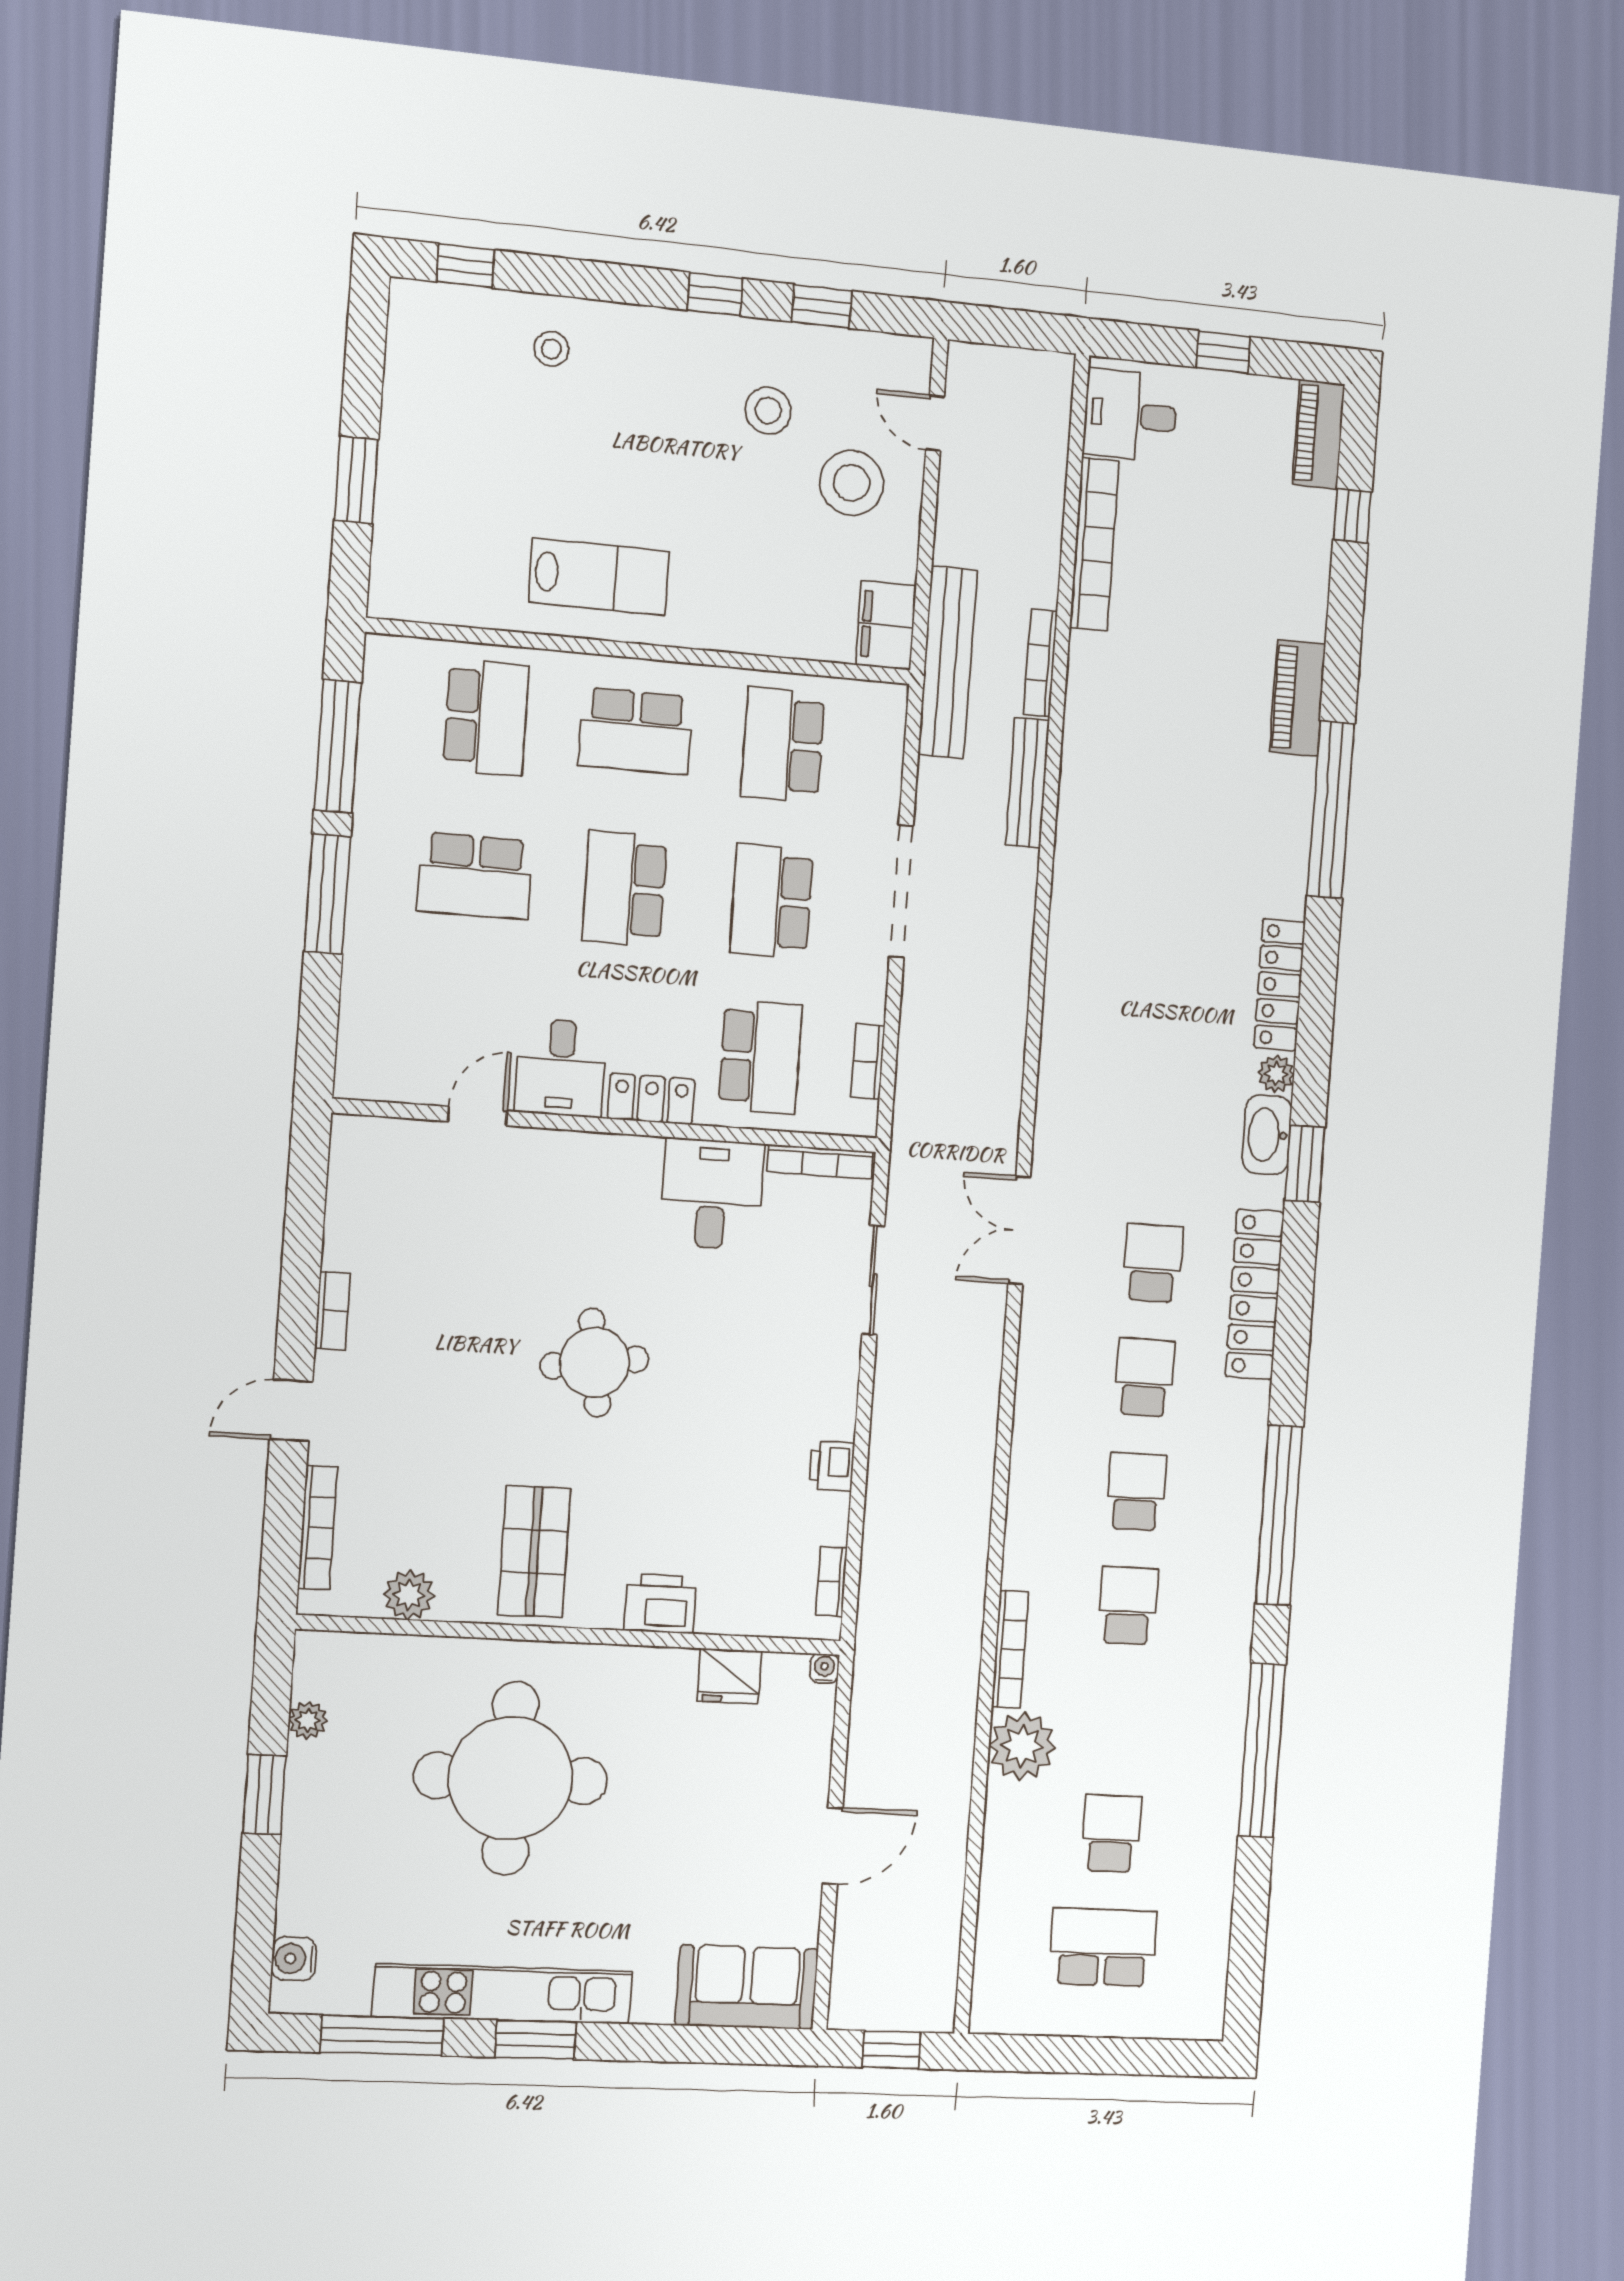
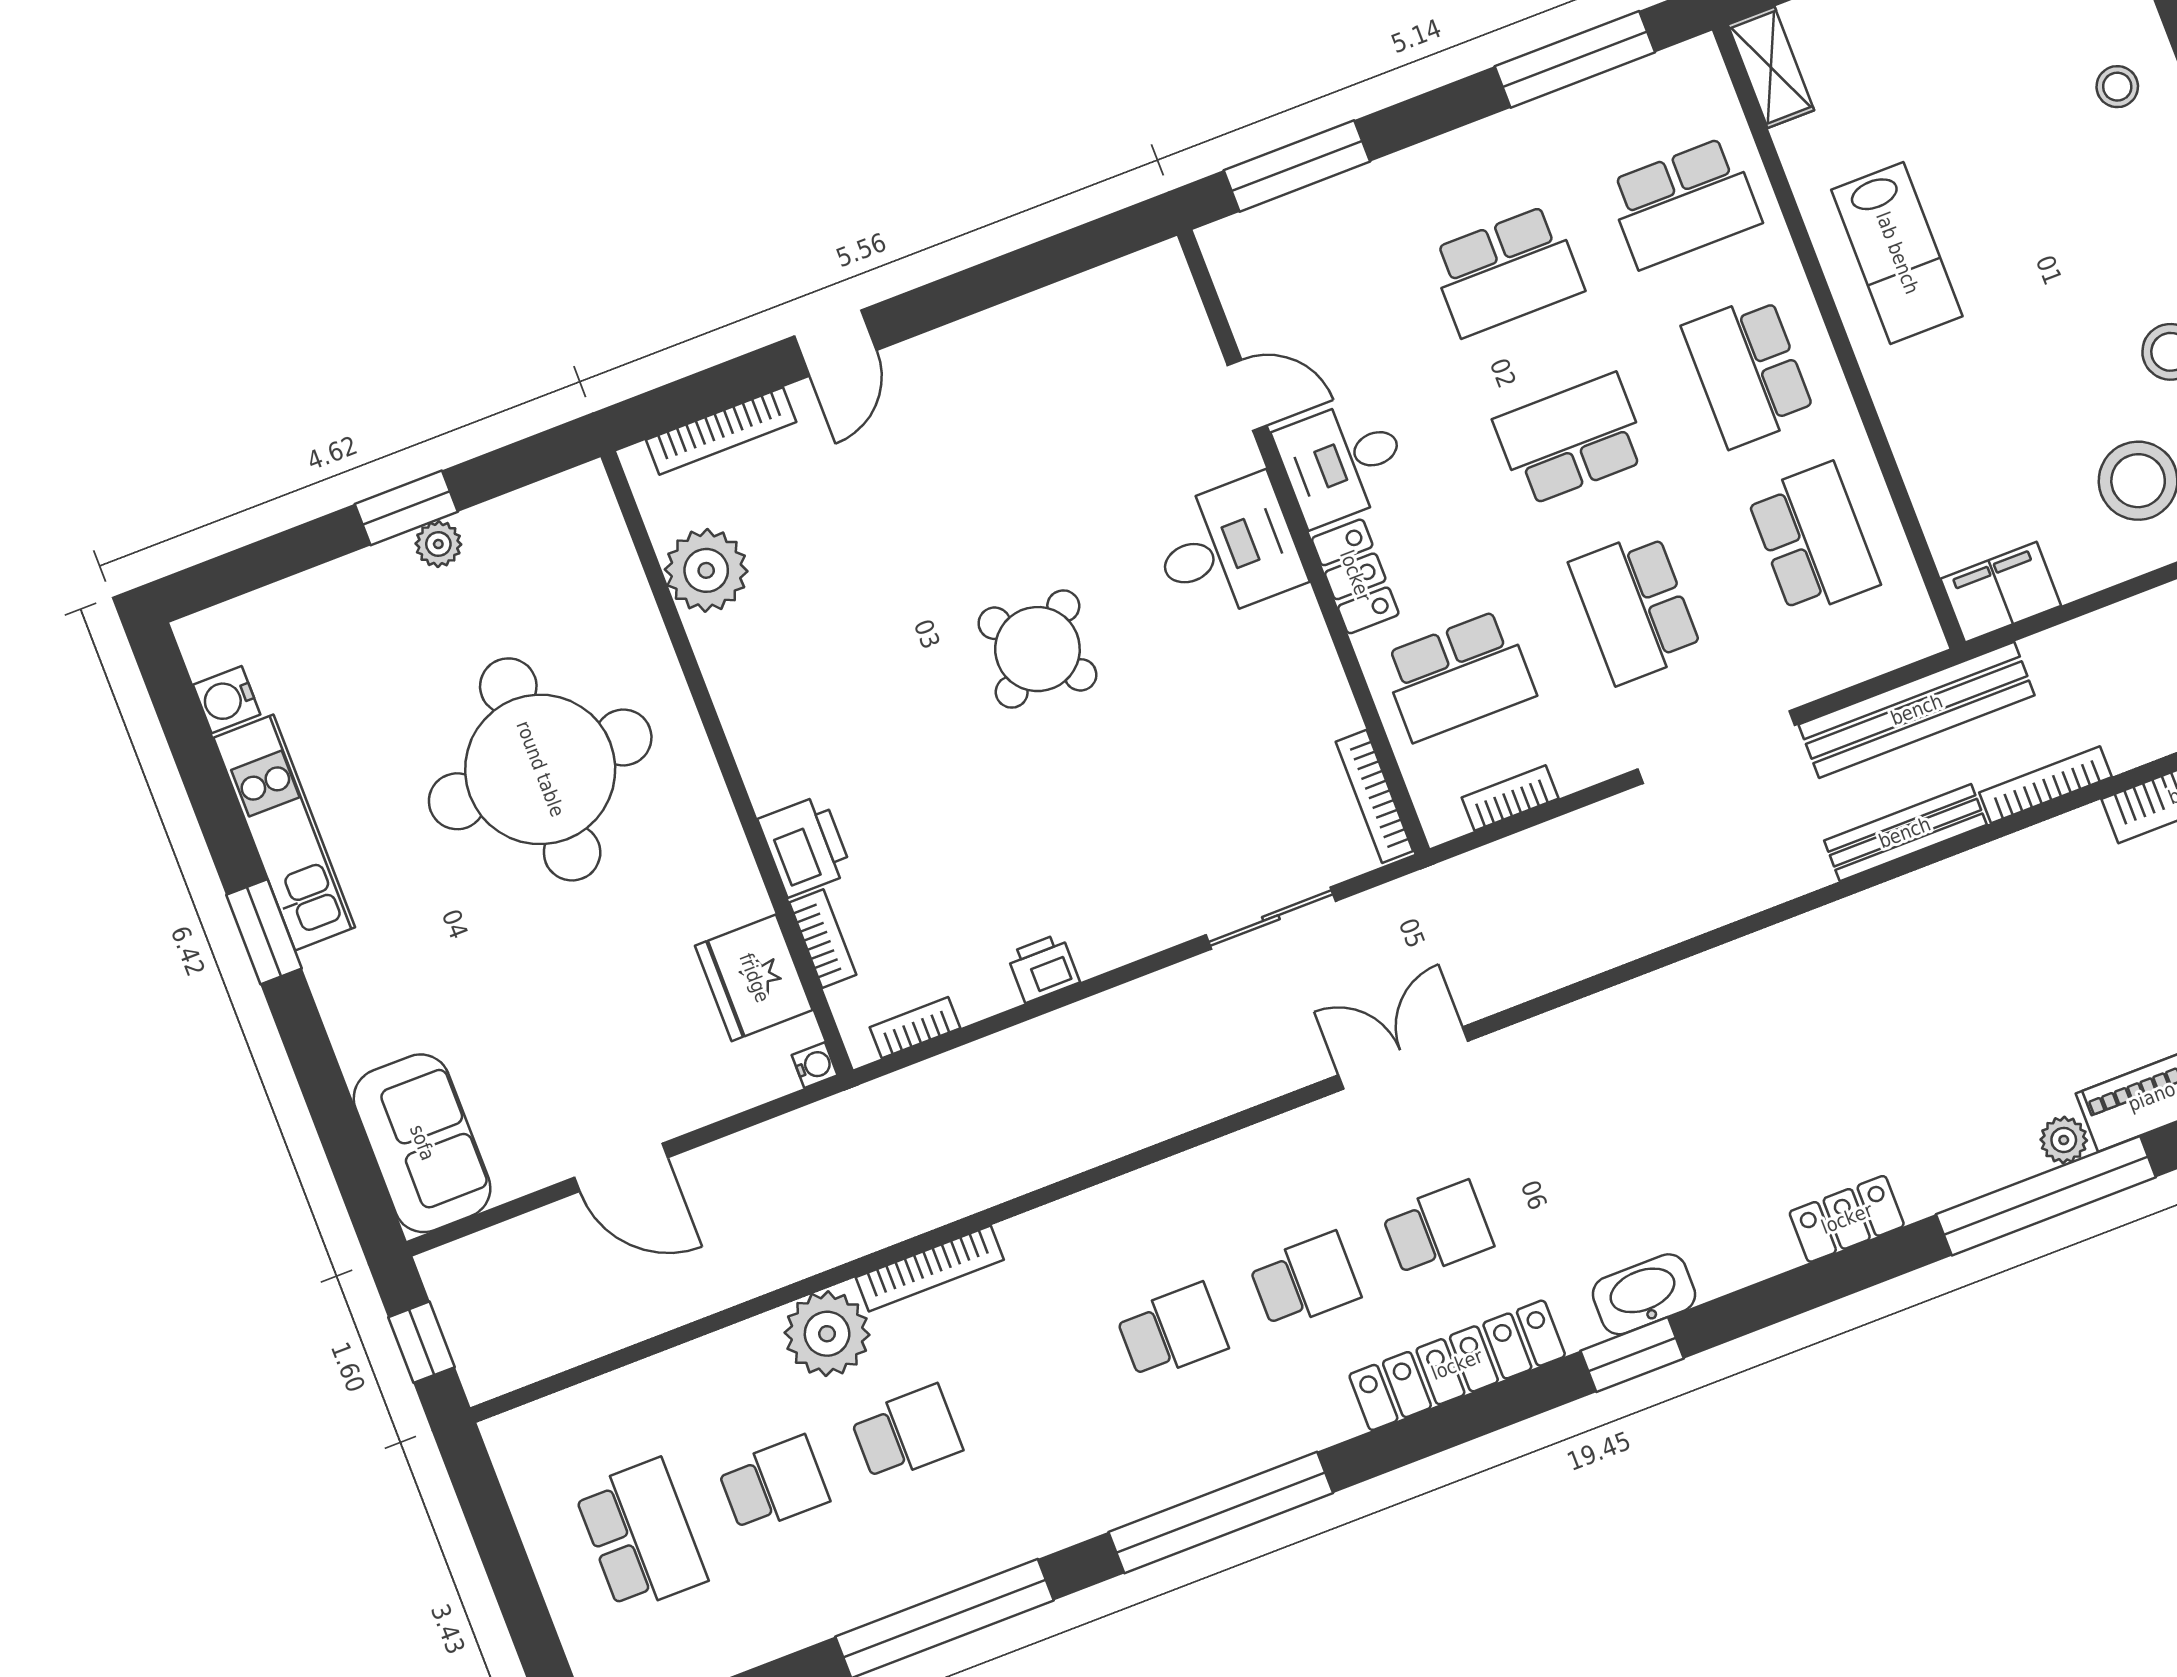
shelving: (414, 601) -> (1771, 67), added
bench: (948, 662) -> (1917, 710), moved
school desk: (783, 745) -> (1813, 539), turned 90
school desk: (475, 876) -> (1506, 271), turned -90
window: (327, 894) -> (1297, 166), moved
school desk: (772, 901) -> (1636, 608), turned -90
locker: (1280, 985) -> (1847, 1219), width x0.66
plant: (1276, 1074) -> (2064, 1140), moved
desk: (712, 1194) -> (1227, 549), moved
bookcase: (333, 1311) -> (823, 939), moved, turned -90
round table: (595, 1362) -> (1037, 649), turned -30
door: (291, 1410) -> (835, 343), swing flipped
shop shelf: (534, 1551) -> (800, 679), removed
plant: (409, 1595) -> (706, 570), width x1.36, depth x1.36
school desk: (1128, 1606) -> (906, 1433), moved
fridge: (729, 1676) -> (754, 978), width x1.36, depth x1.34
plant: (308, 1720) -> (438, 544), moved
water cooler: (294, 1959) -> (227, 700), moved, turned -90
kitchen unit: (502, 1994) -> (284, 832), width x0.73
window: (382, 2035) -> (198, 759), removed

